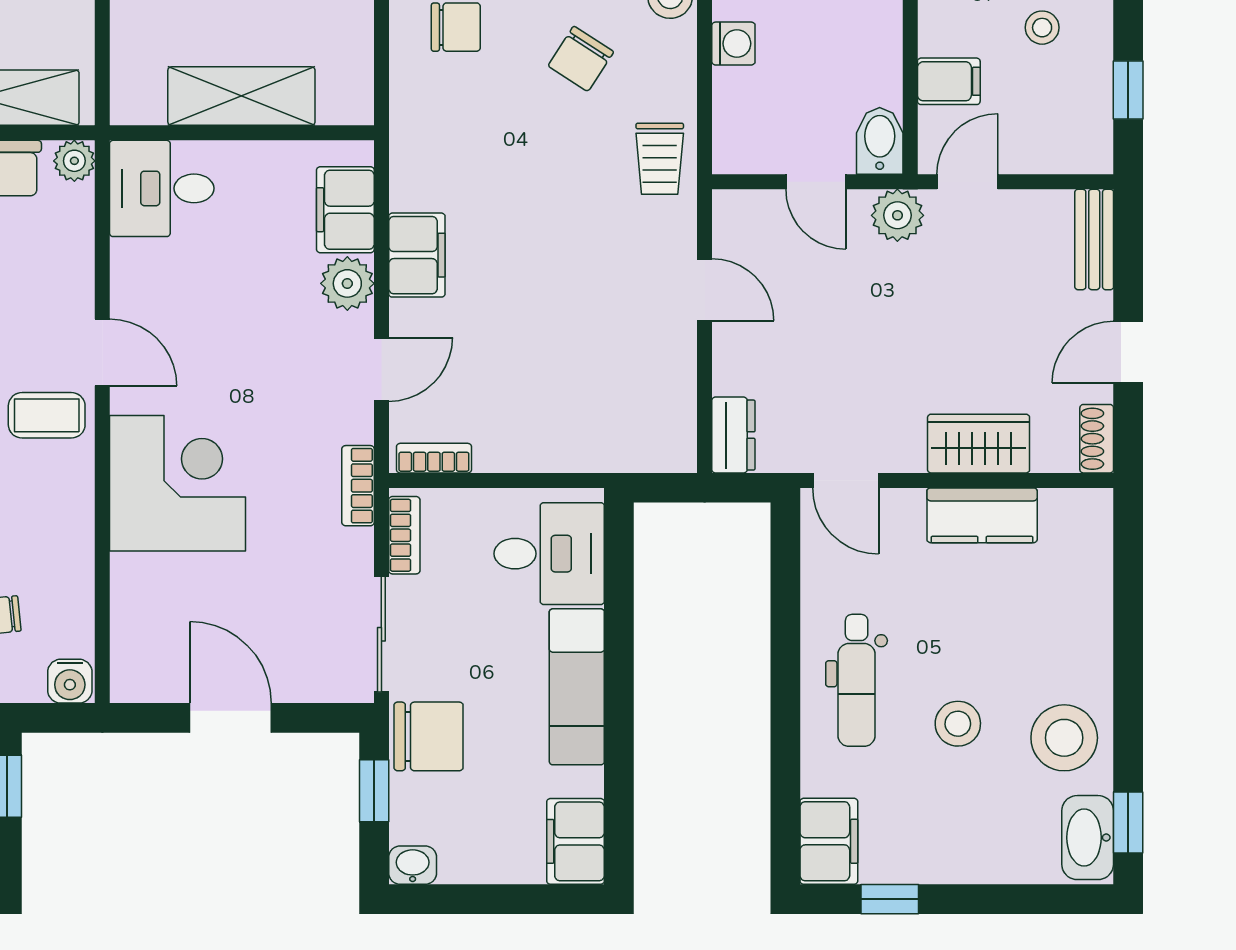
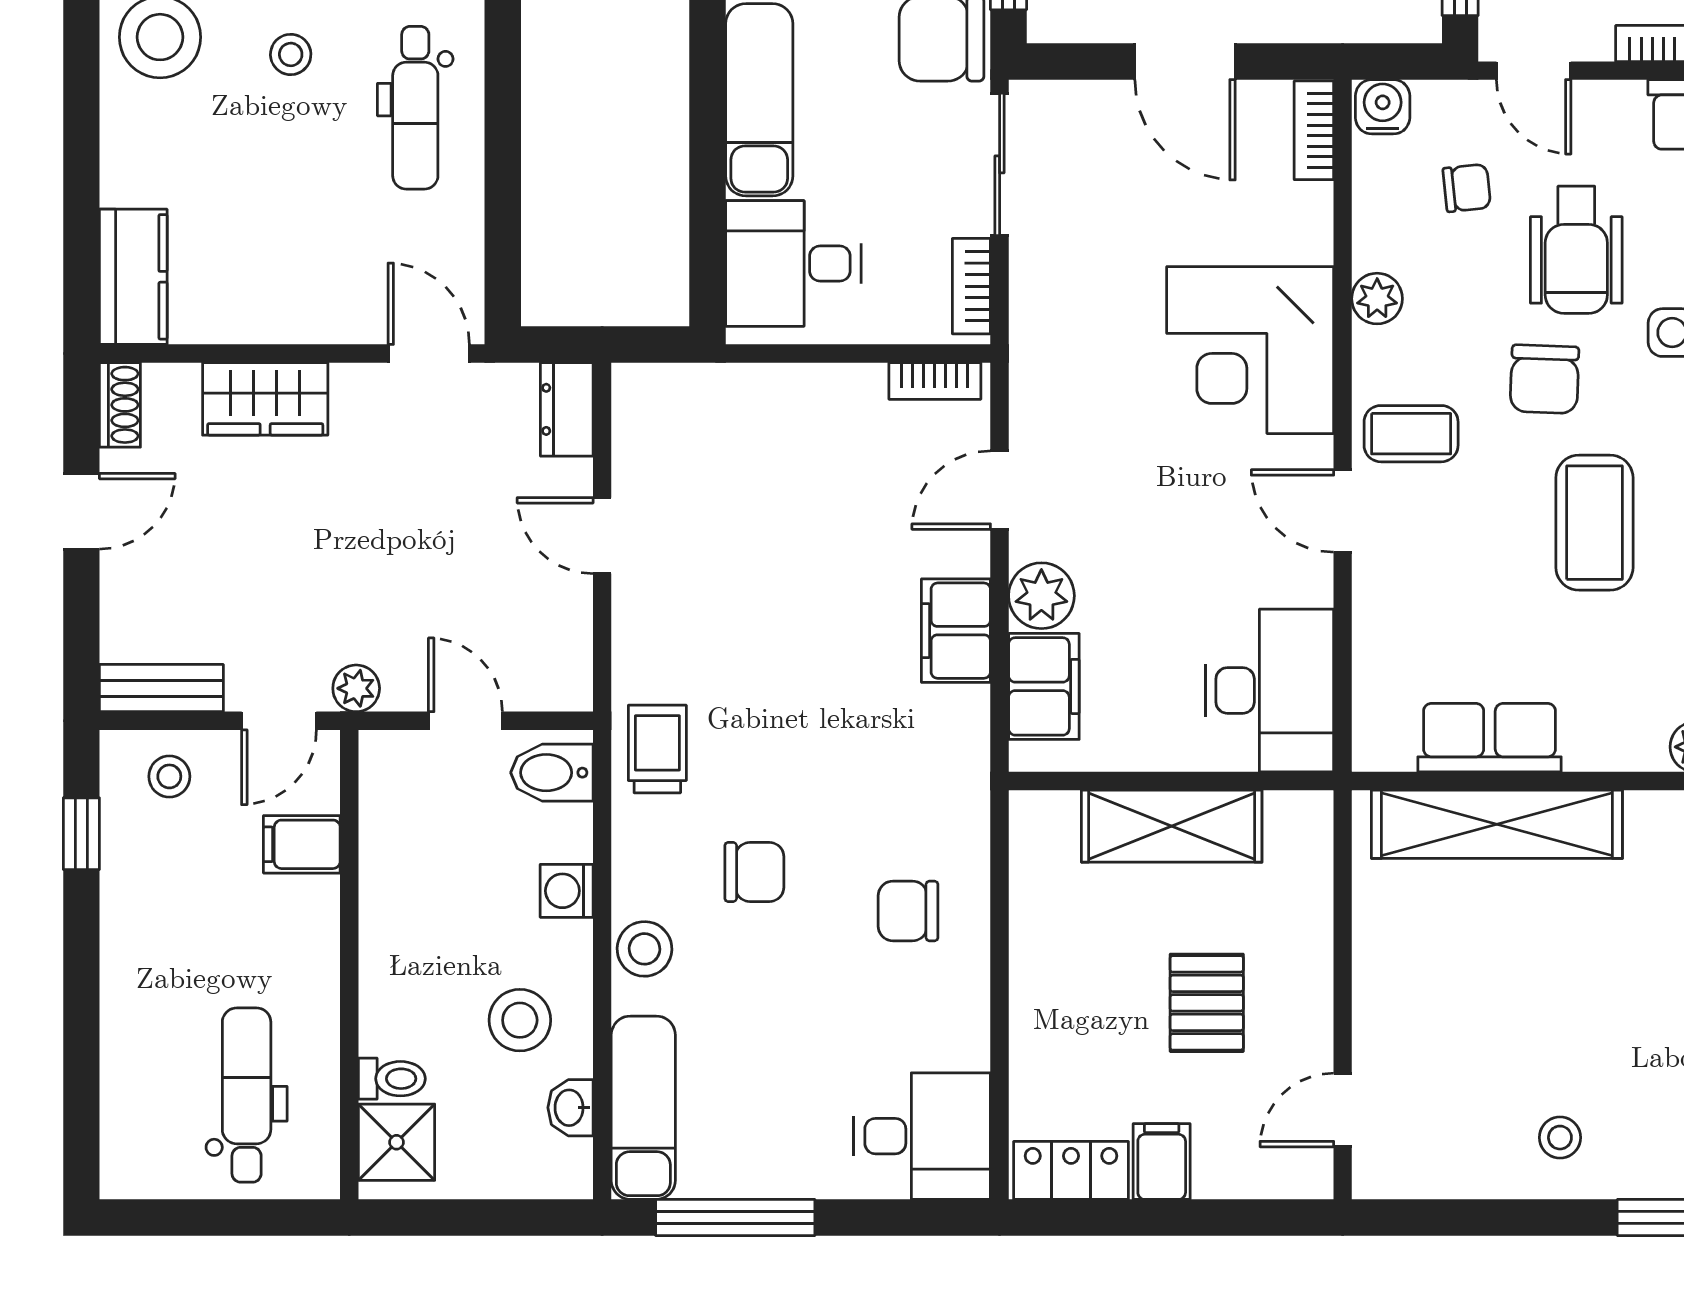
stool: (1042, 28) -> (169, 776), moved
chair: (581, 59) -> (754, 872), turned 57
bidet: (880, 141) -> (552, 773), moved, turned 90
plant: (74, 161) -> (1377, 299), moved
desk: (162, 188) -> (1270, 690), width x1.37
plant: (897, 215) -> (356, 688), width x0.73, depth x0.73
bench: (1094, 239) -> (161, 688), moved, turned 90
door: (705, 290) -> (602, 536), moved
bookcase: (358, 486) -> (1314, 130), moved, turned 180
kitchen counter: (982, 515) -> (133, 277), moved, turned 90
dental chair: (857, 680) -> (415, 108), turned 180
stool: (958, 724) -> (291, 54), width x0.73, depth x0.73

